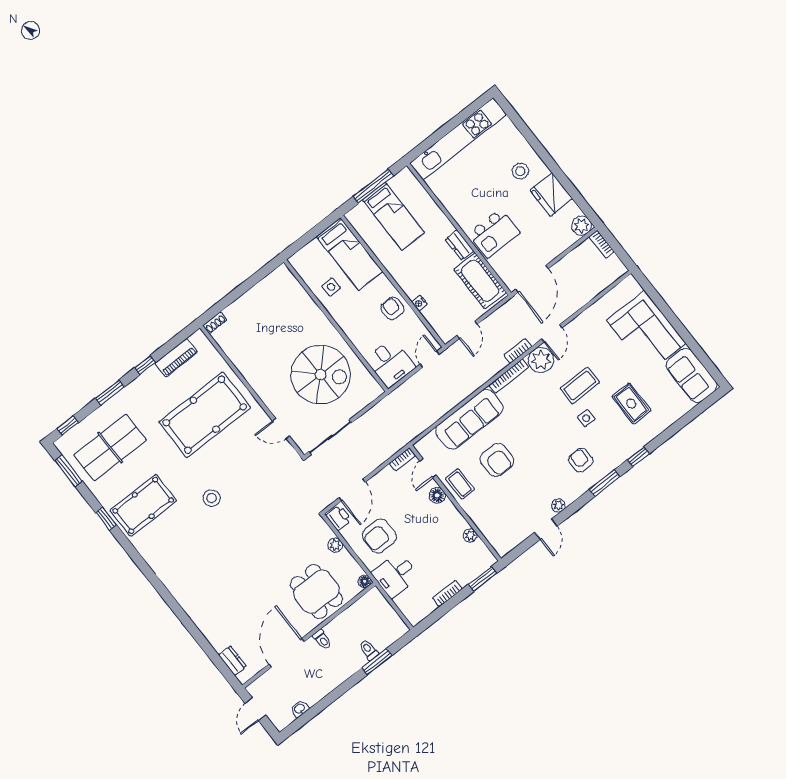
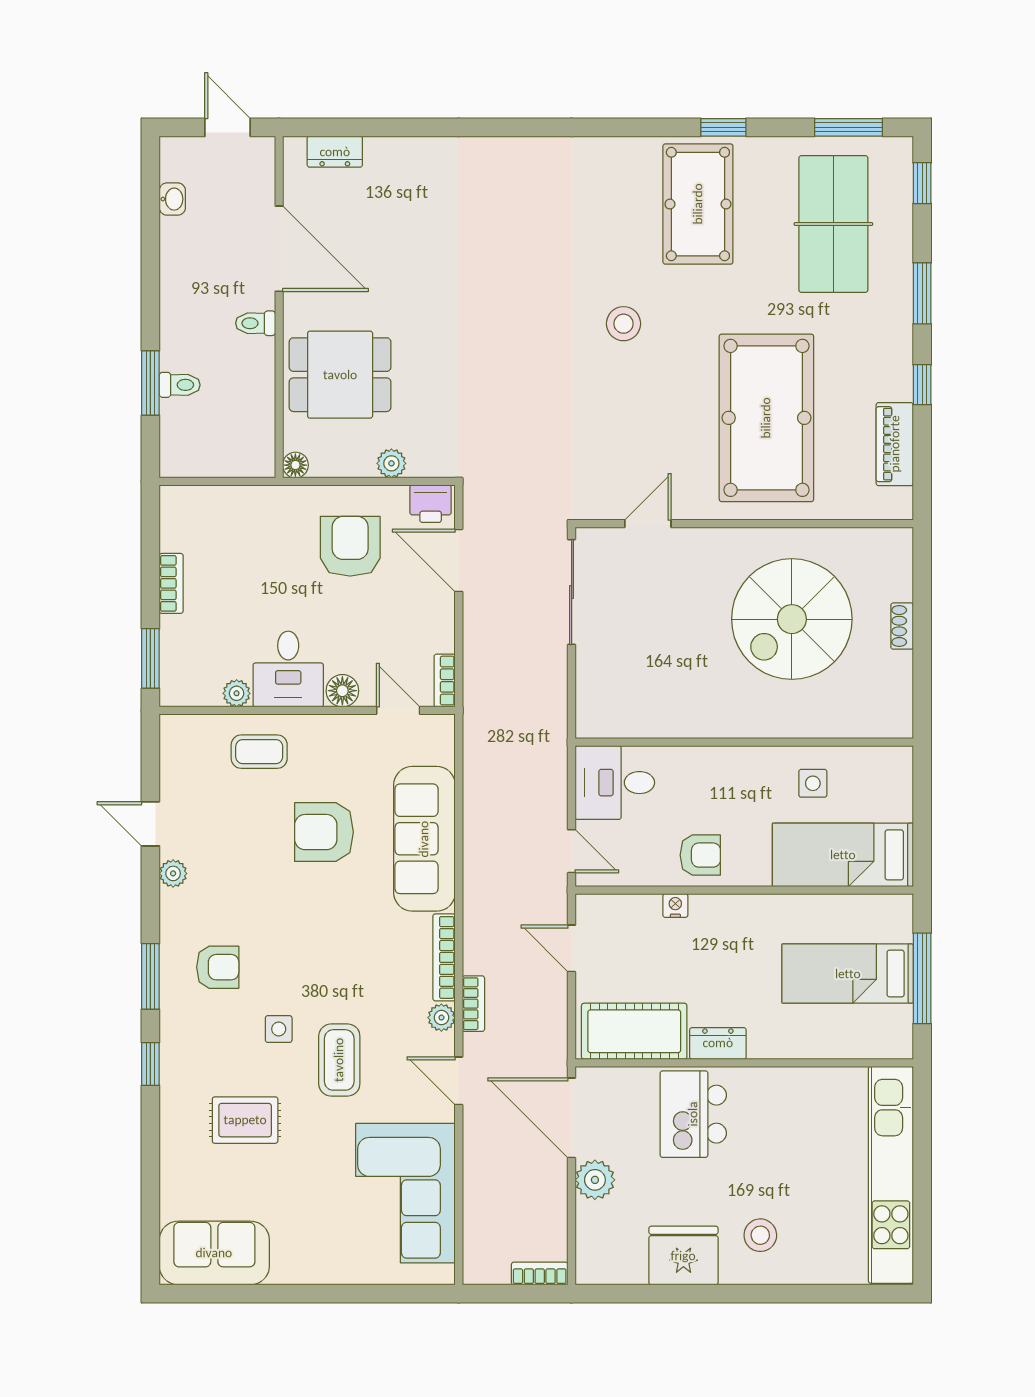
plant: (582, 226) -> (595, 1180), moved
shoe rack: (215, 323) -> (902, 626), moved
corner sofa: (646, 332) -> (405, 1193), moved, turned -90
plant: (541, 360) -> (441, 1018), width x0.53, depth x0.53
spiral stairs: (321, 375) -> (792, 619), moved
coffee table: (460, 484) -> (259, 752), moved
desk: (395, 575) -> (288, 669), moved, turned 180

